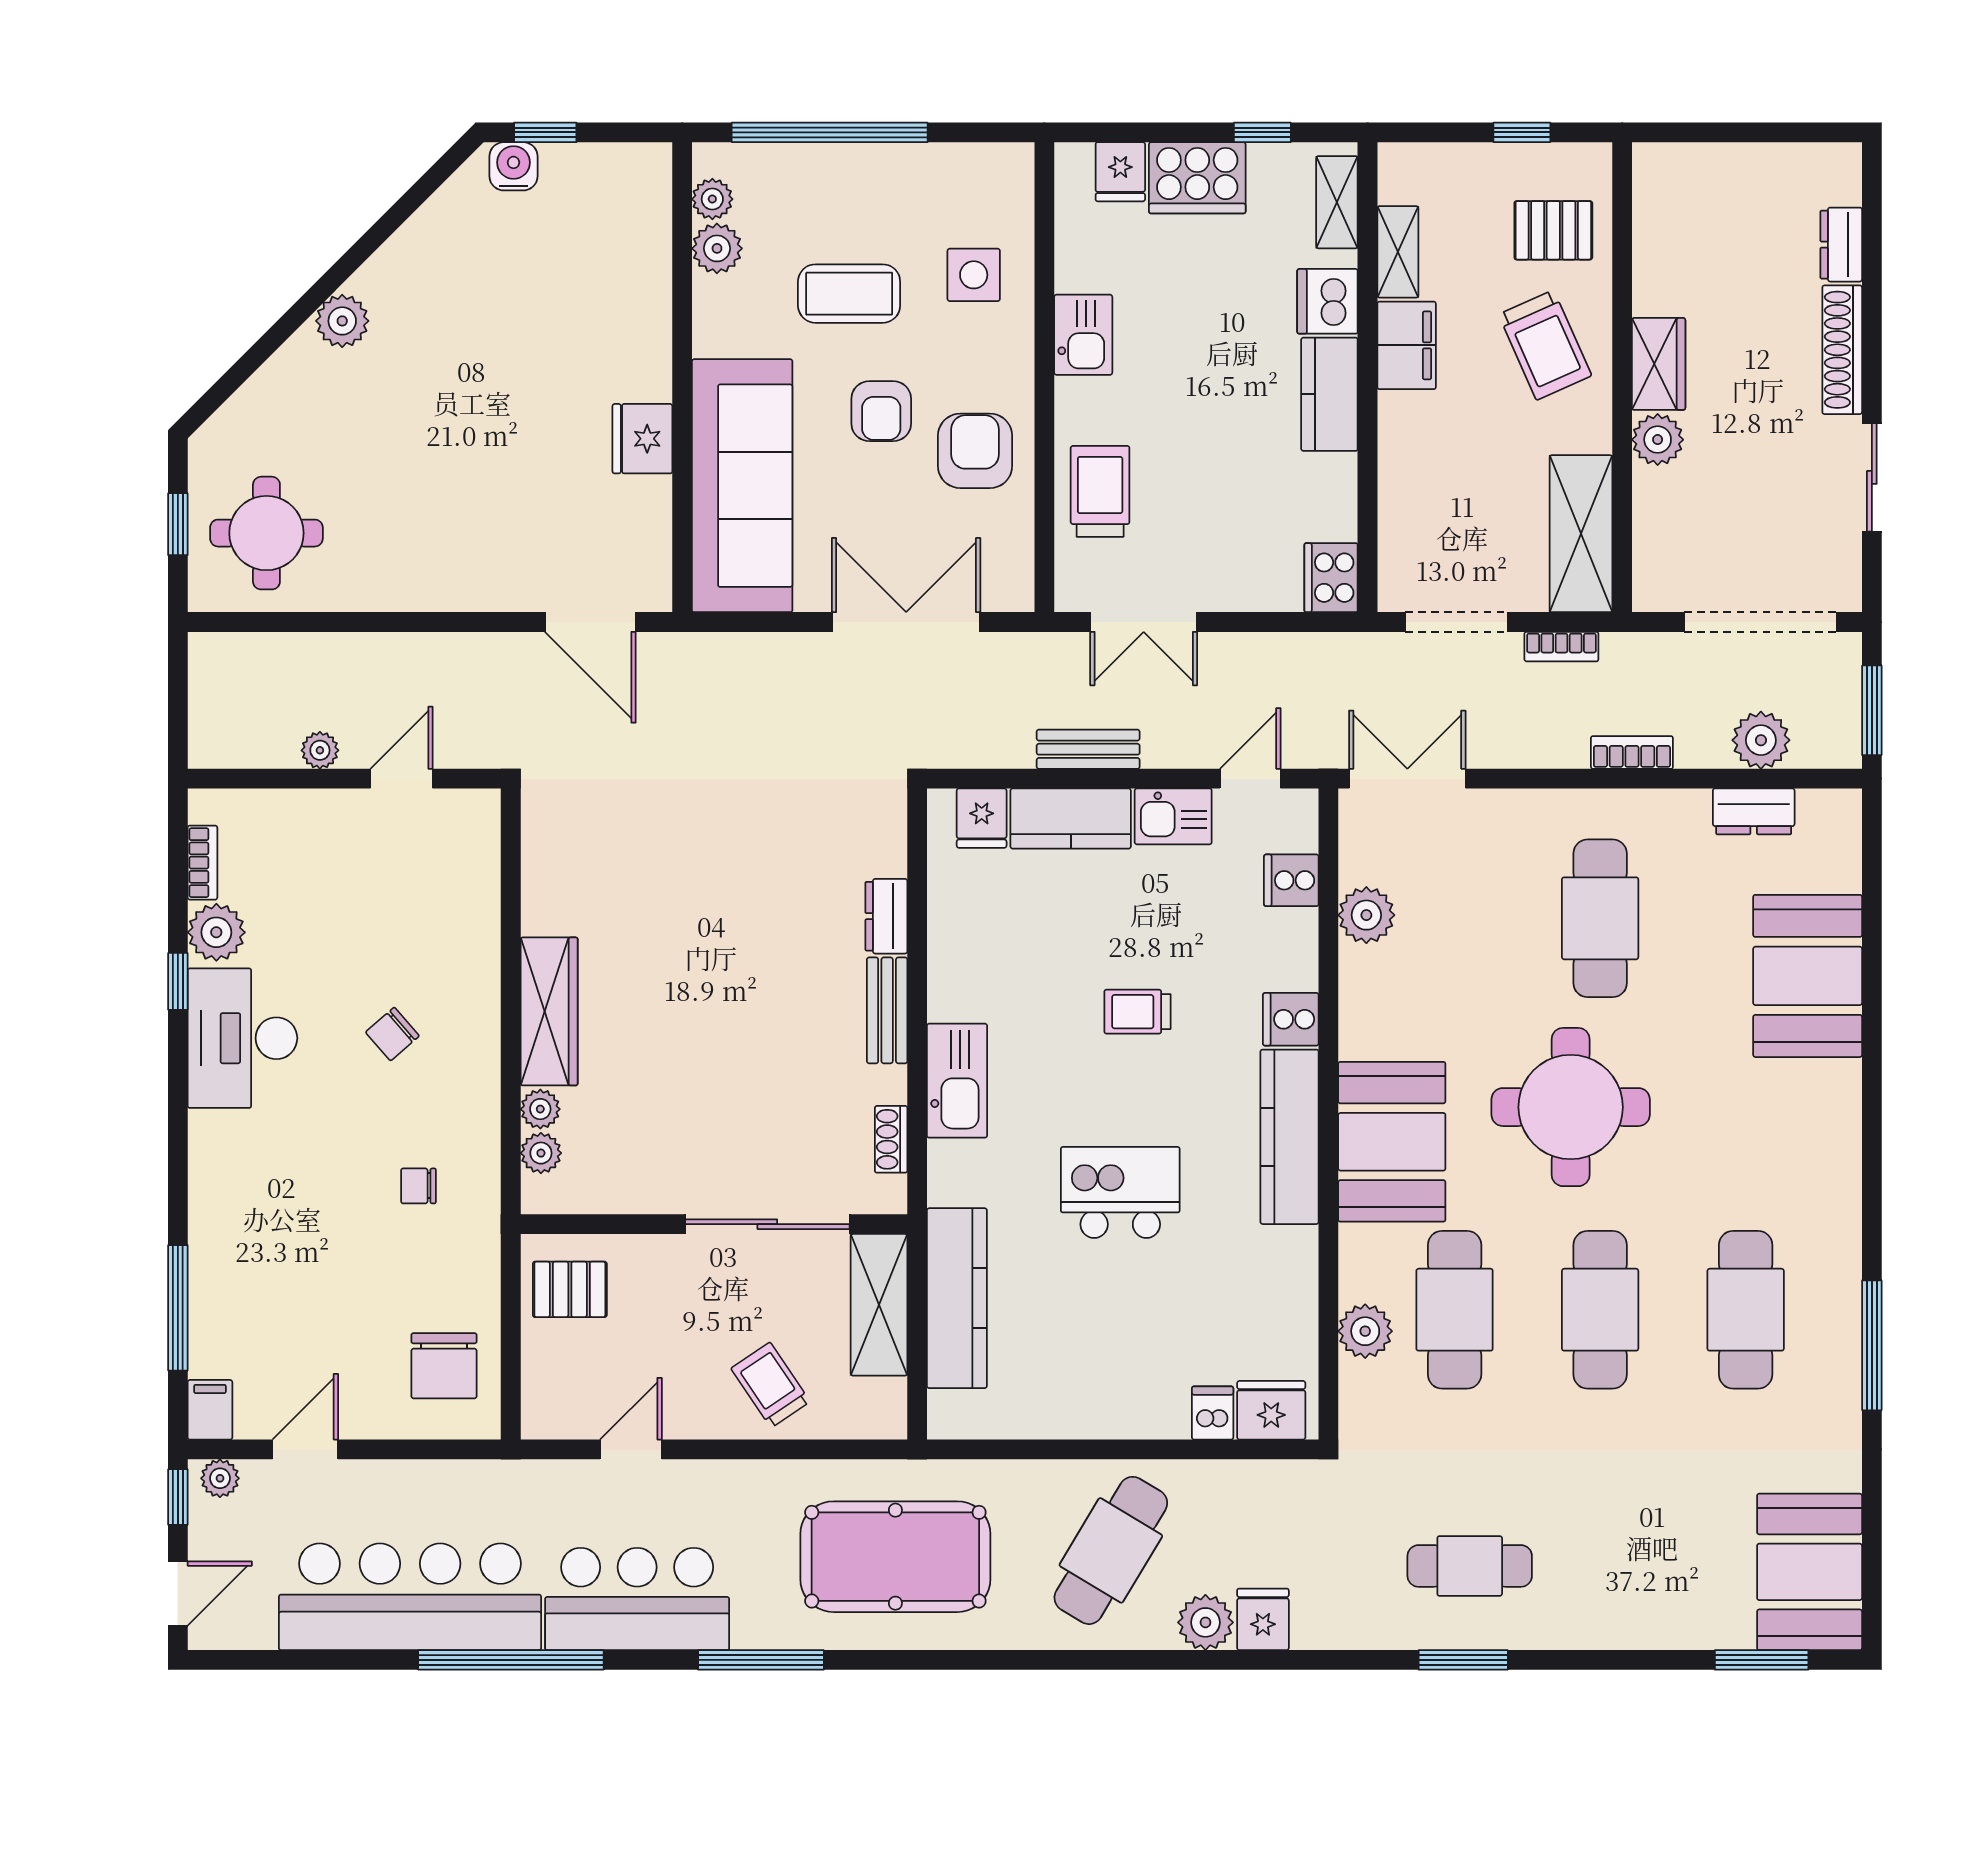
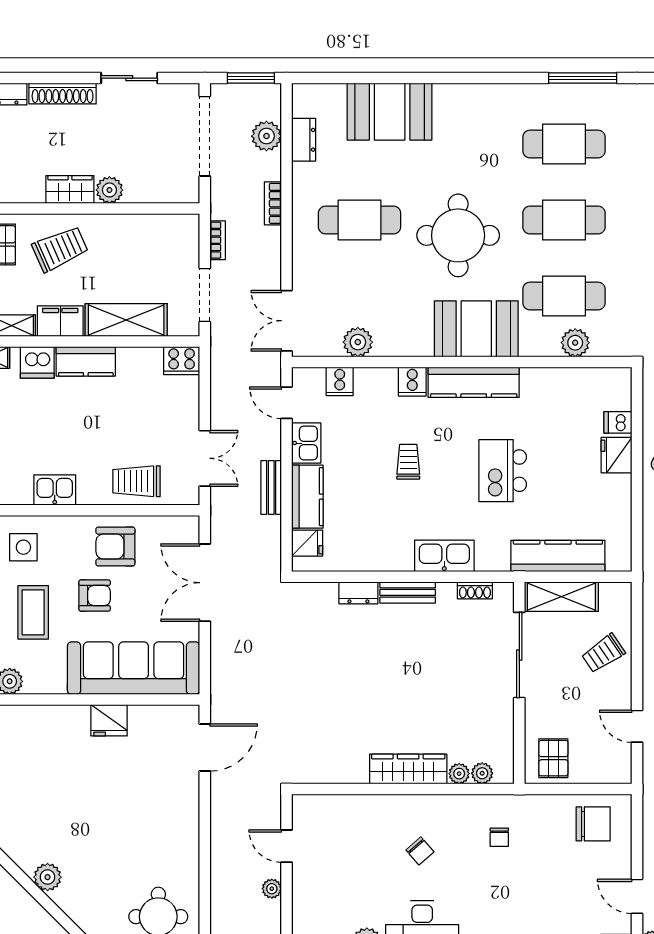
shelving: (1581, 534) -> (126, 320), moved
trolley: (1137, 1012) -> (408, 462), turned 180
fridge: (1271, 1410) -> (617, 455), moved

